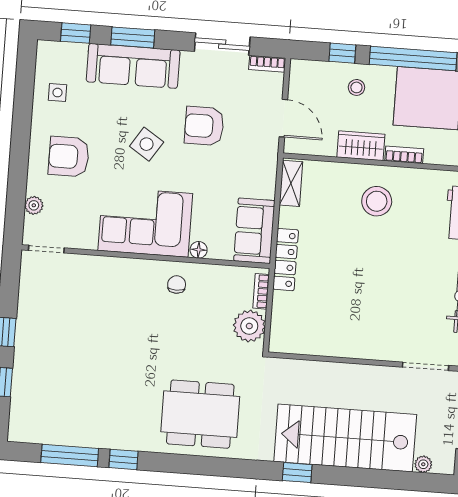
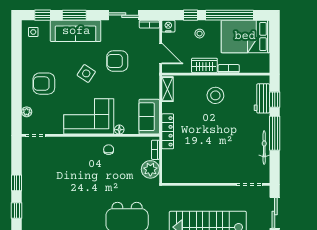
nightstand: (301, 70) -> (168, 26), added
side table: (58, 93) -> (33, 32), moved

